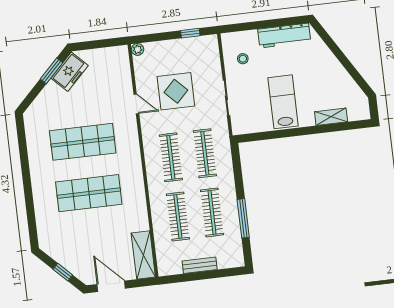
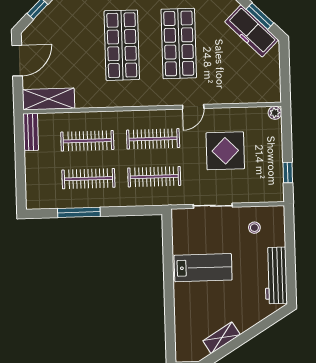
freezer: (70, 72) -> (252, 31), width x1.40
door: (136, 104) -> (193, 107), moved
shelving: (331, 117) -> (222, 338), moved, turned 58
bench: (200, 265) -> (31, 132), moved

